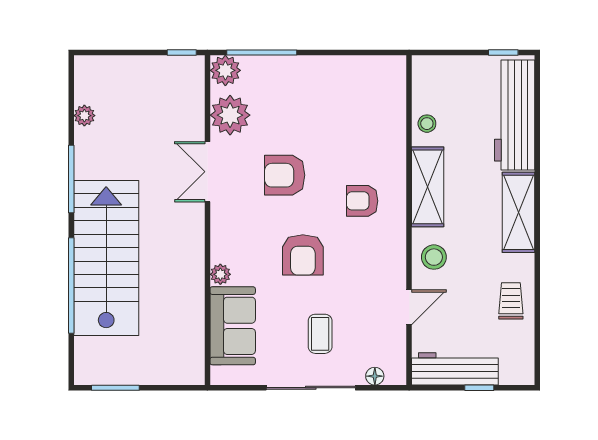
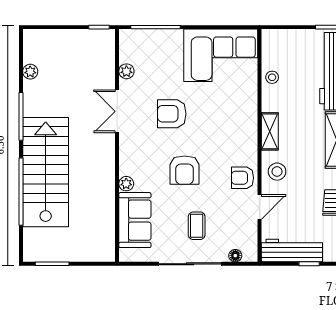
plant: (225, 70) -> (130, 40), removed
corner sofa: (354, 92) -> (221, 55), added
plant: (230, 115) -> (126, 71), width x0.53, depth x0.53
shelving: (428, 187) -> (270, 131), width x0.67, depth x0.75
armchair: (362, 201) -> (242, 178), moved

